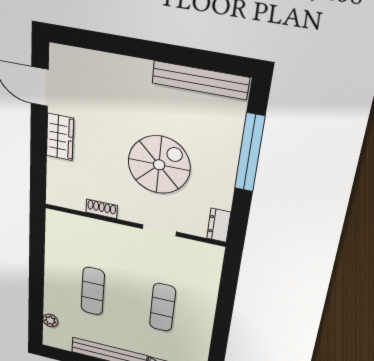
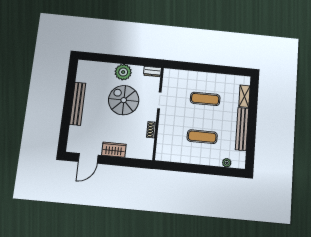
bench: (200, 80) -> (78, 104), moved
window: (250, 153) -> (113, 59), removed
plant: (219, 170) -> (123, 72), added

